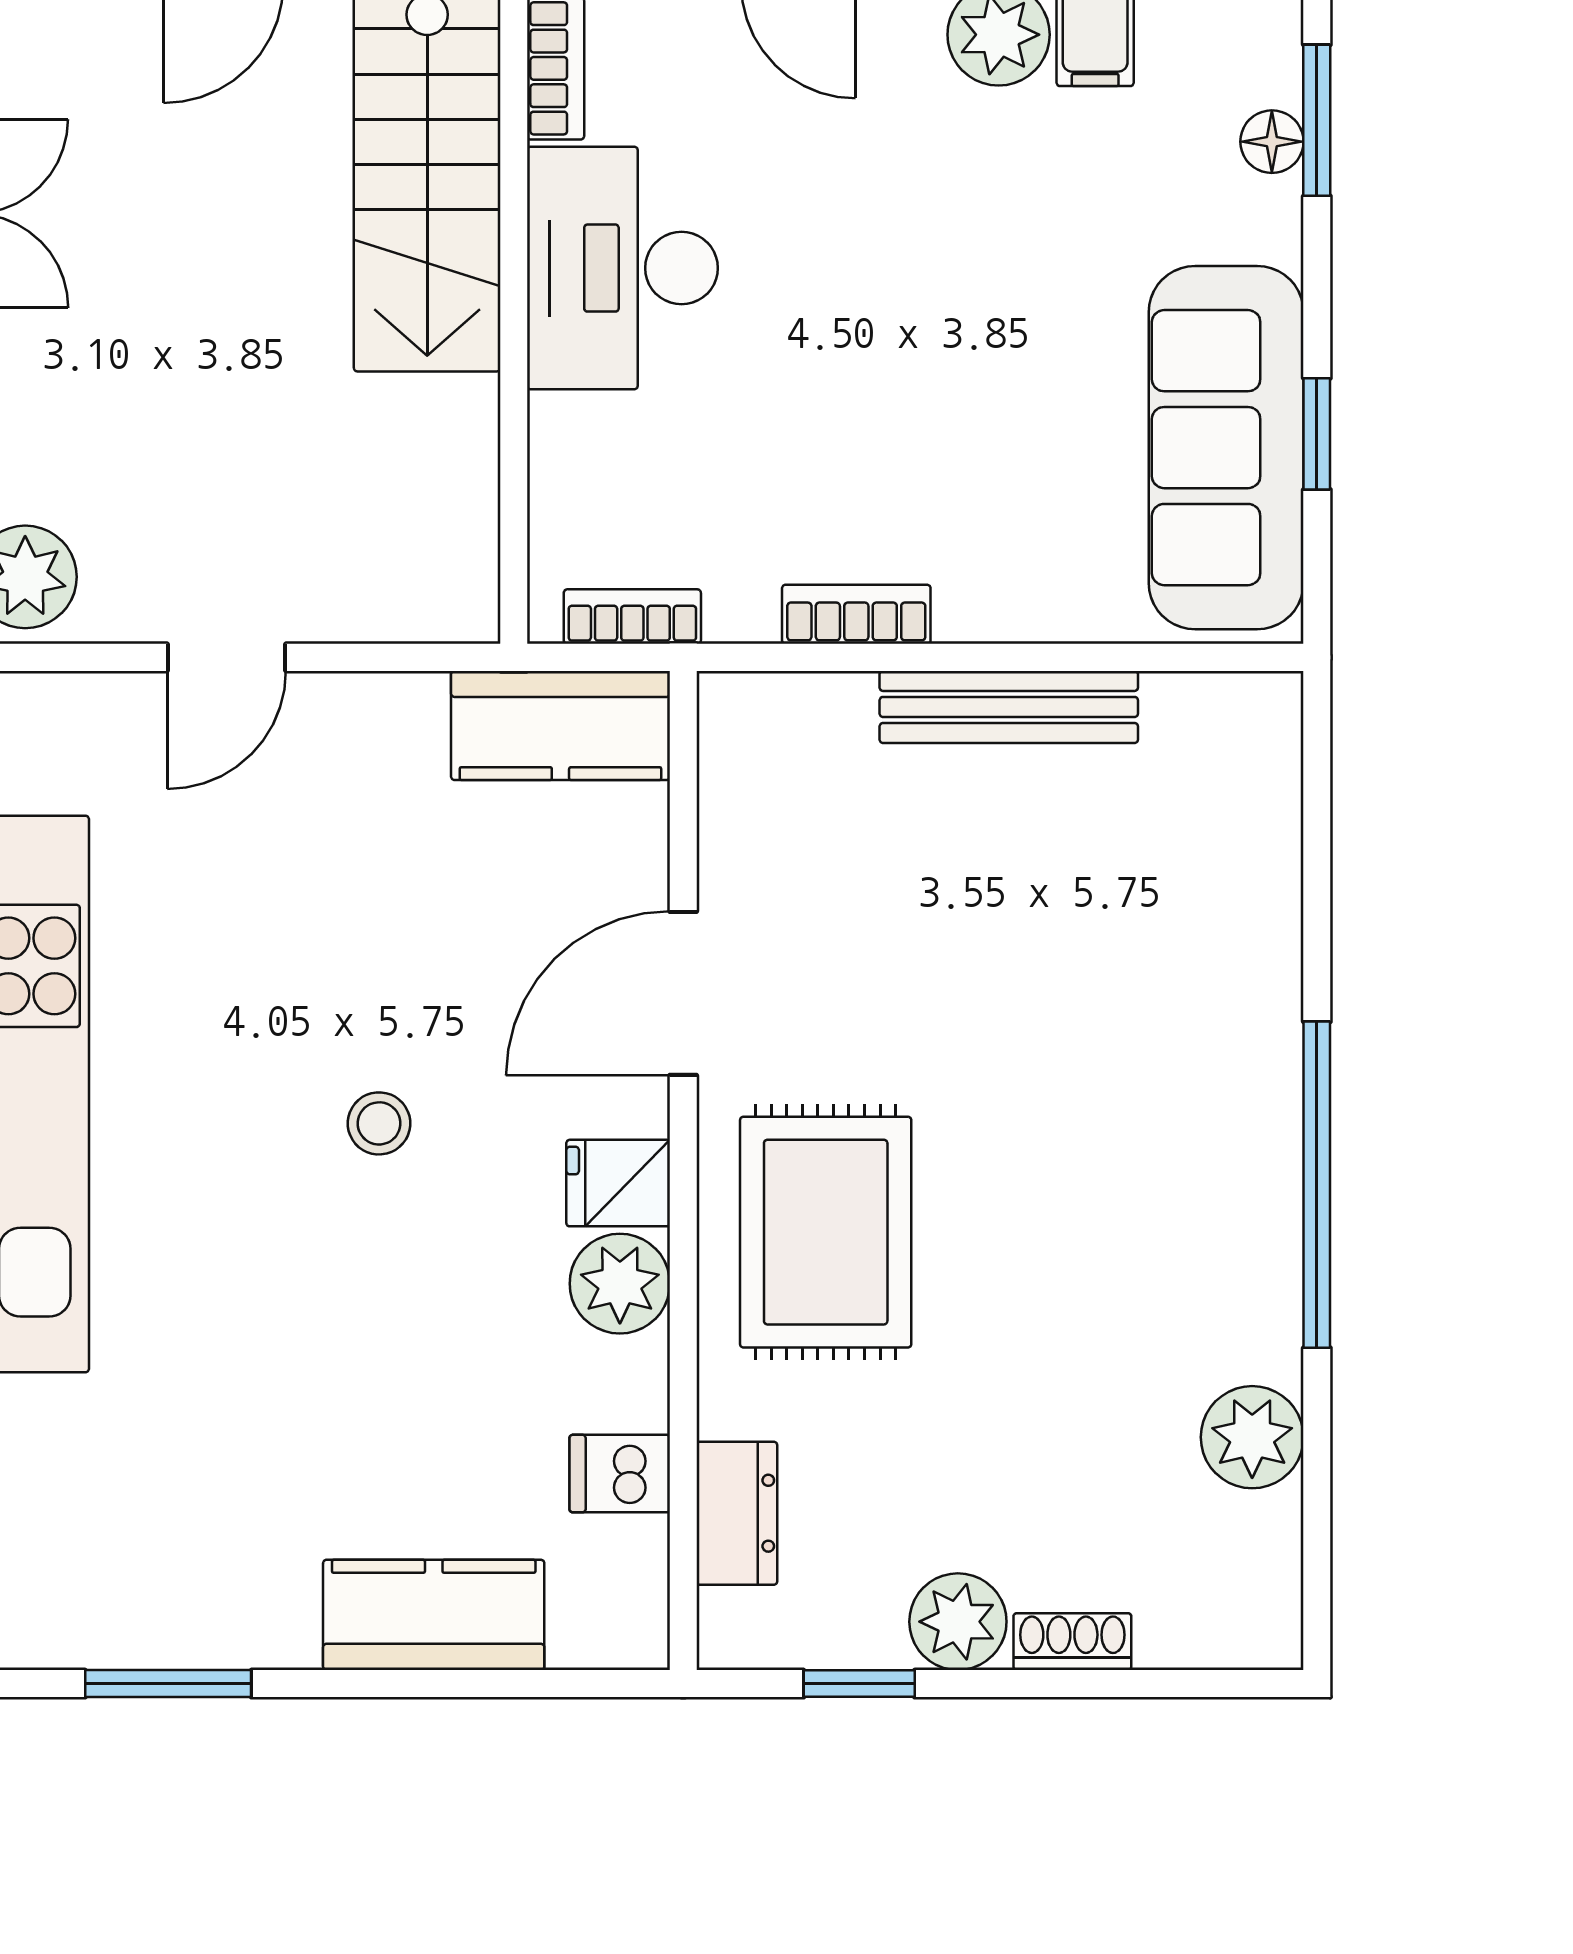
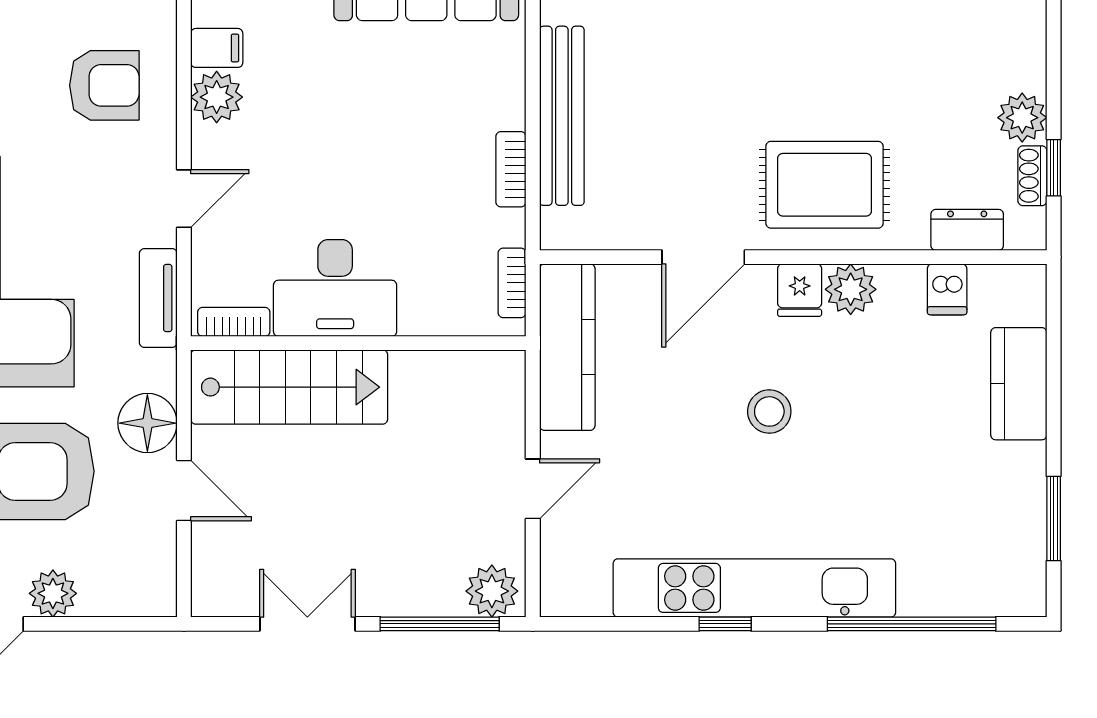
door: (227, 657) -> (533, 489), hinge flipped
bench: (1009, 707) -> (562, 116), width x1.37, depth x1.21
kitchen counter: (560, 725) -> (567, 347), width x1.50
door: (683, 993) -> (703, 257), hinge flipped
stool: (379, 1123) -> (769, 411), width x1.37, depth x1.37
shoe rack: (1072, 1642) -> (1032, 176), moved

